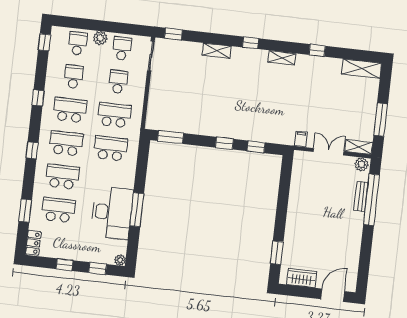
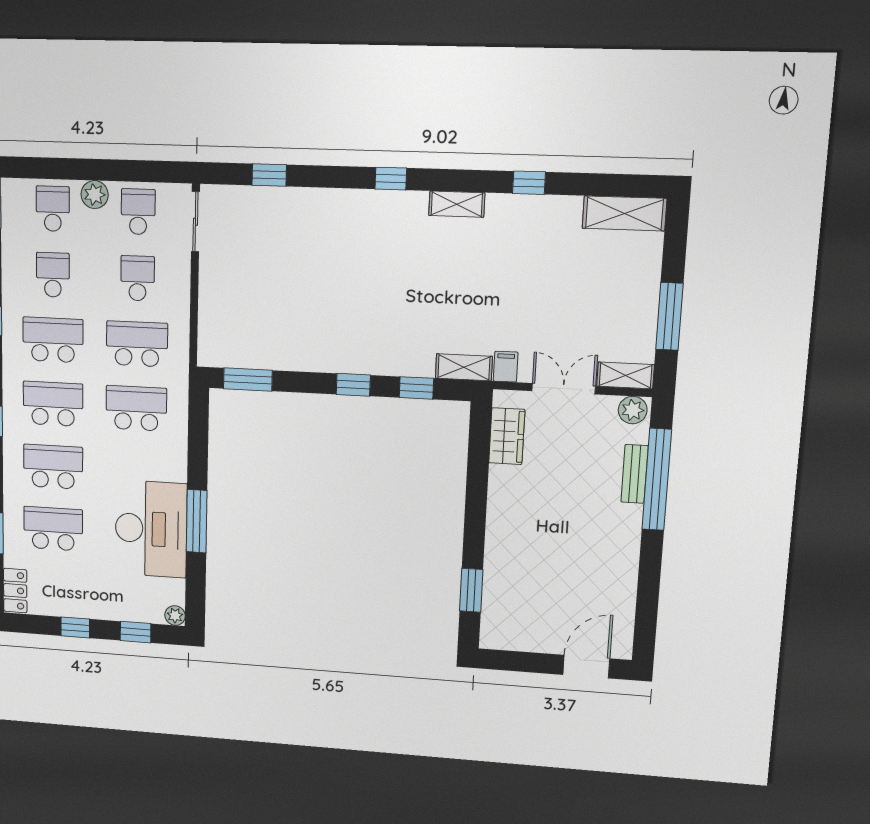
window: (173, 34) -> (269, 175), moved
shelving: (217, 51) -> (464, 367), moved
wardrobe: (302, 278) -> (507, 436), moved, turned 90

